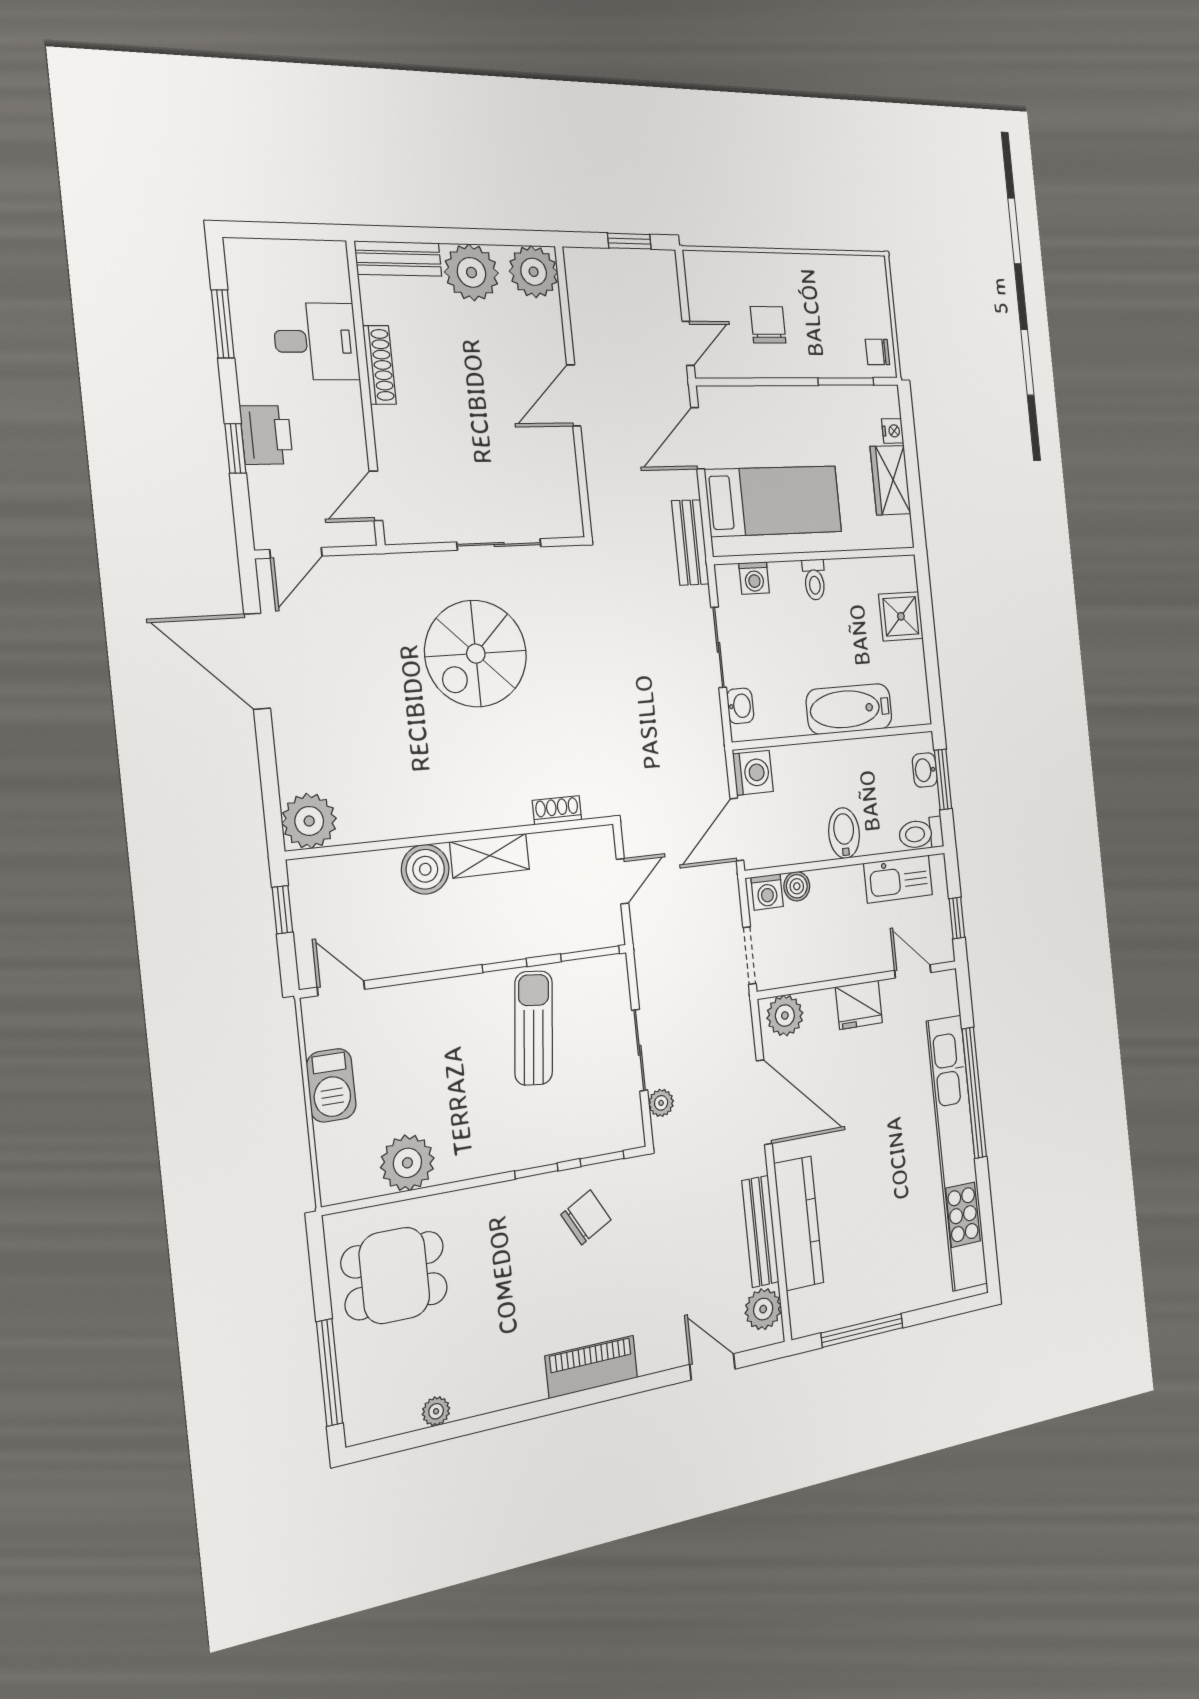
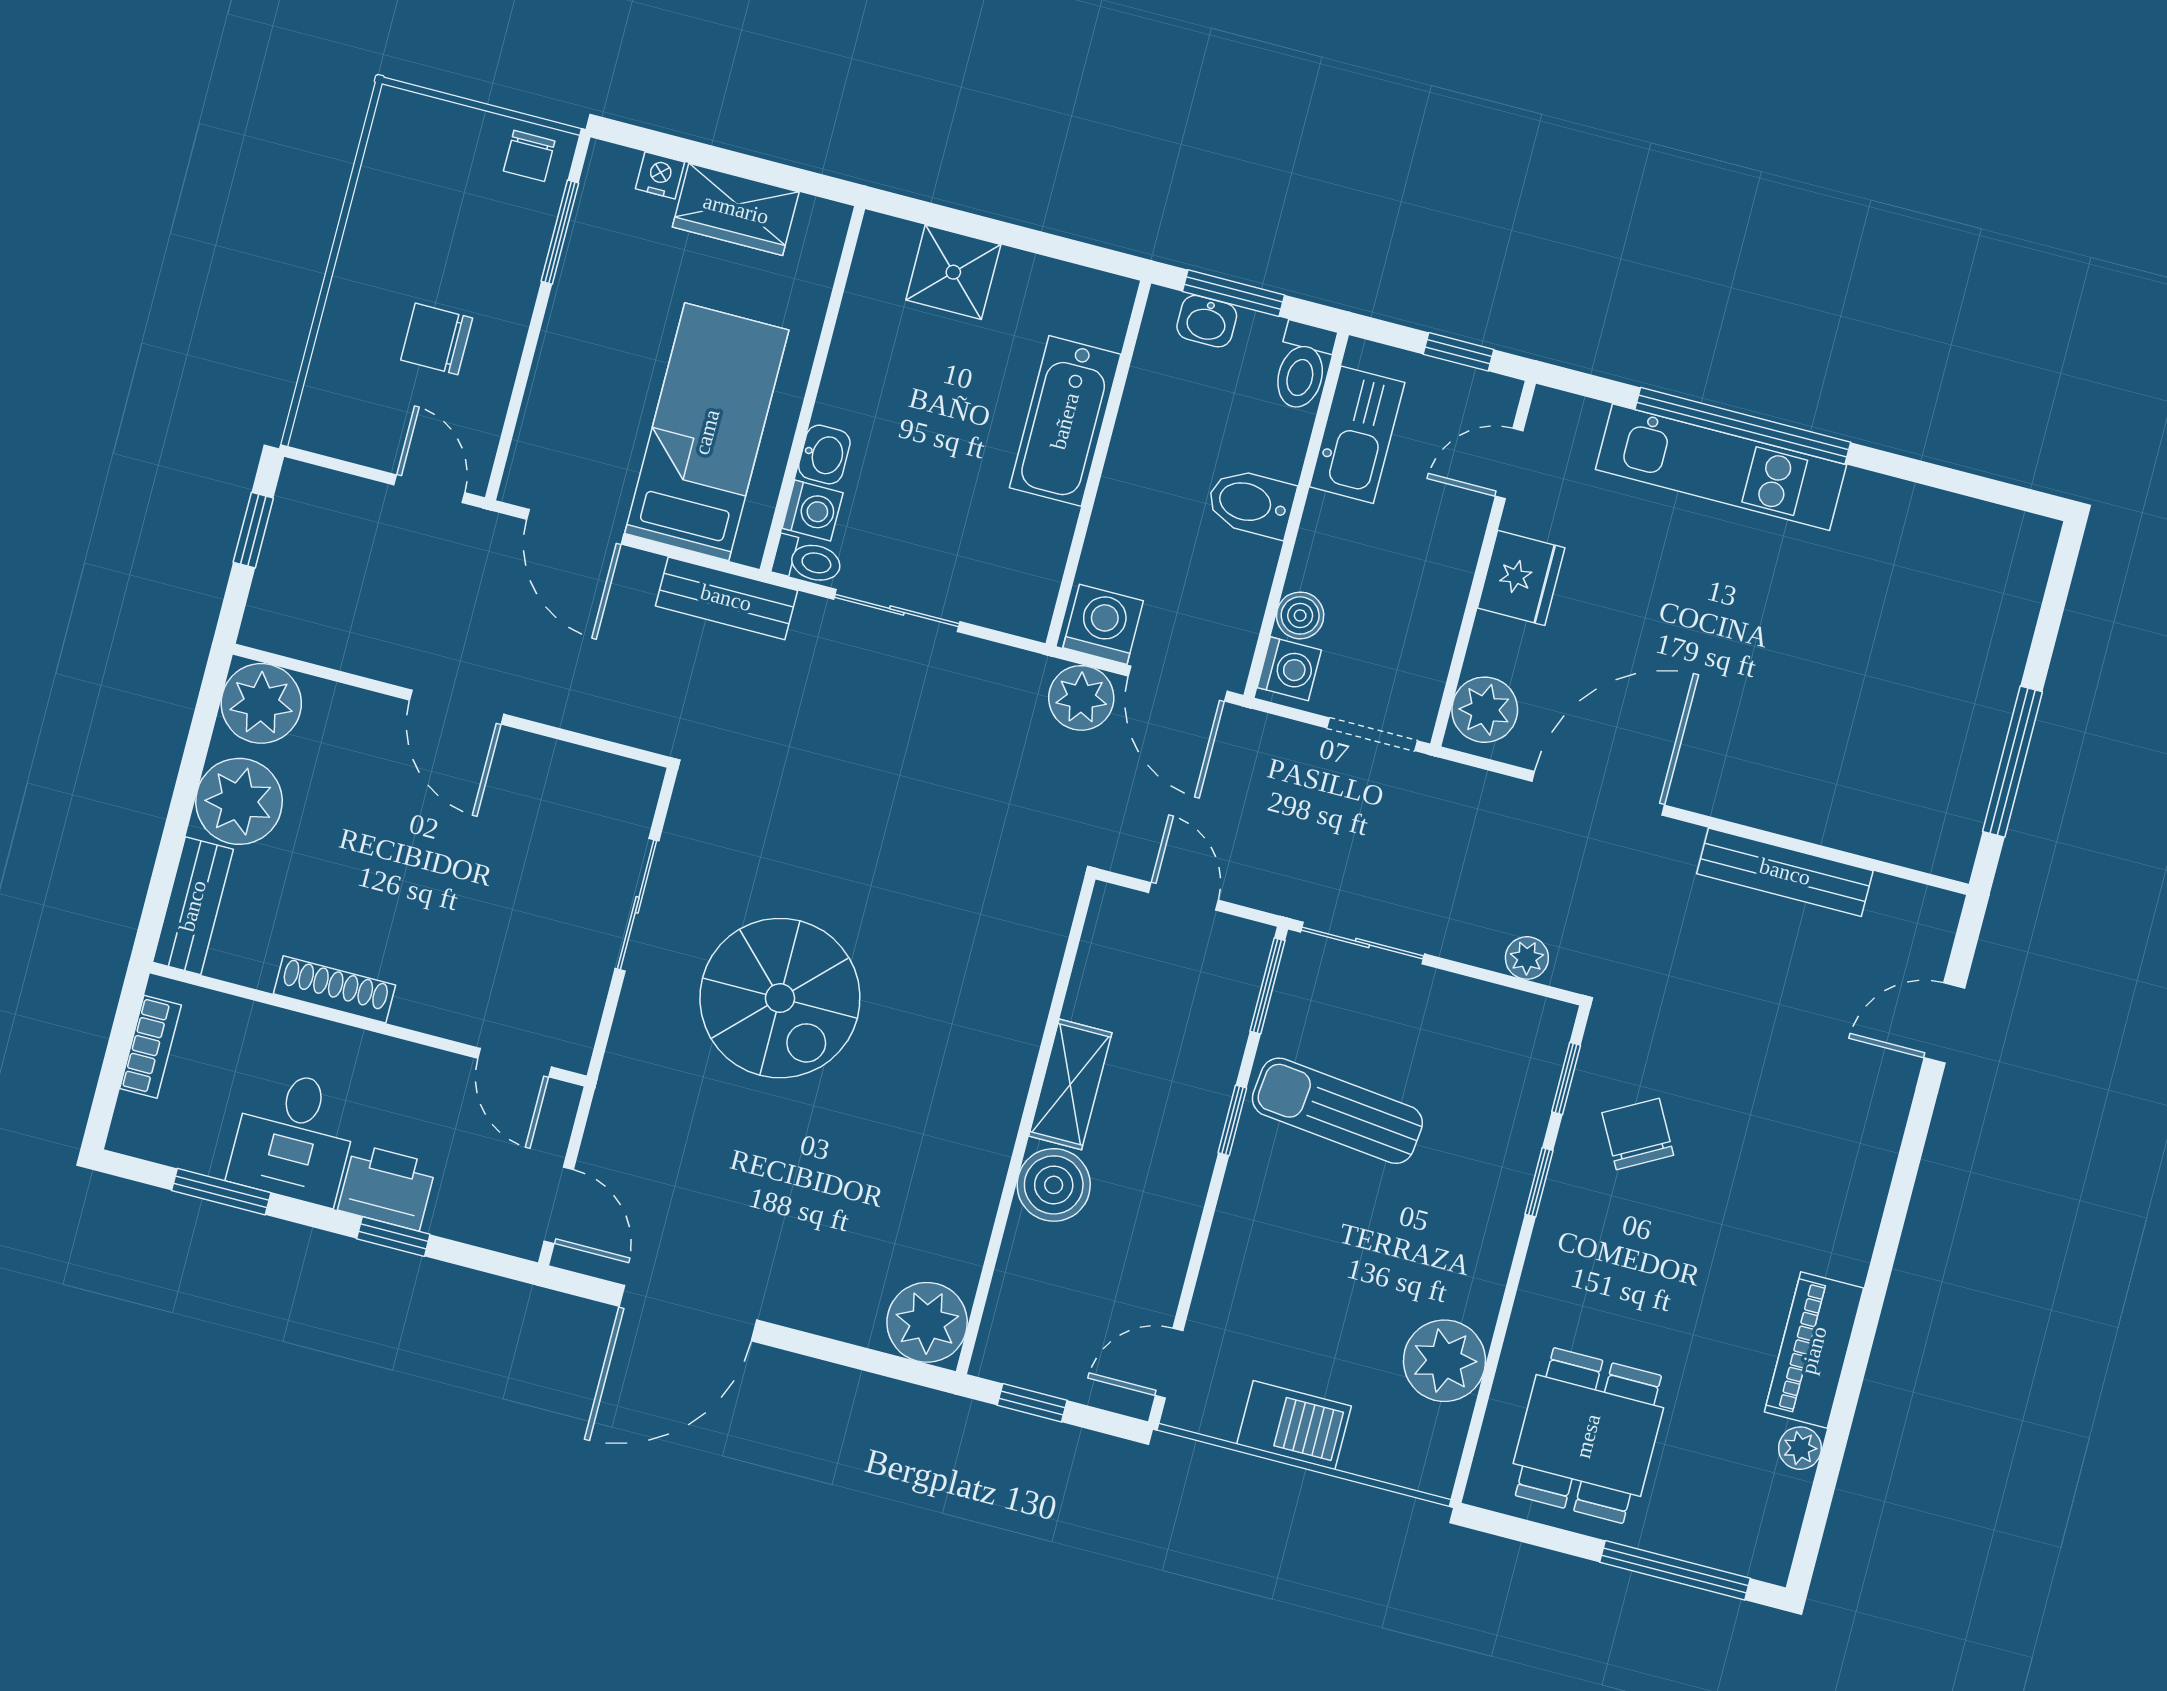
bookcase: (300, 252) -> (150, 1047), added
desk: (316, 341) -> (294, 1137), moved, turned 180
toilet: (814, 580) -> (808, 561), moved
washbasin: (740, 706) -> (824, 455), moved, turned 90
shoe rack: (557, 810) -> (1044, 959), removed
sliding door: (640, 1050) -> (1362, 943), moved
kitchen unit: (957, 1153) -> (1721, 467), width x0.54
kitchen counter: (799, 1223) -> (1802, 805), removed
plant: (763, 1309) -> (1081, 698), moved
piano: (592, 1367) -> (1814, 1350), moved

